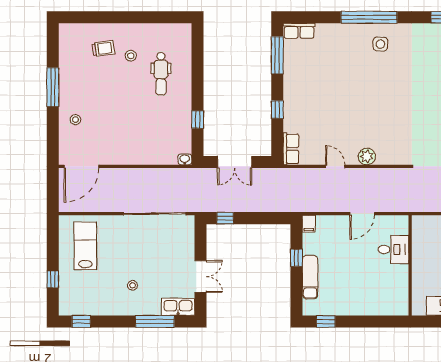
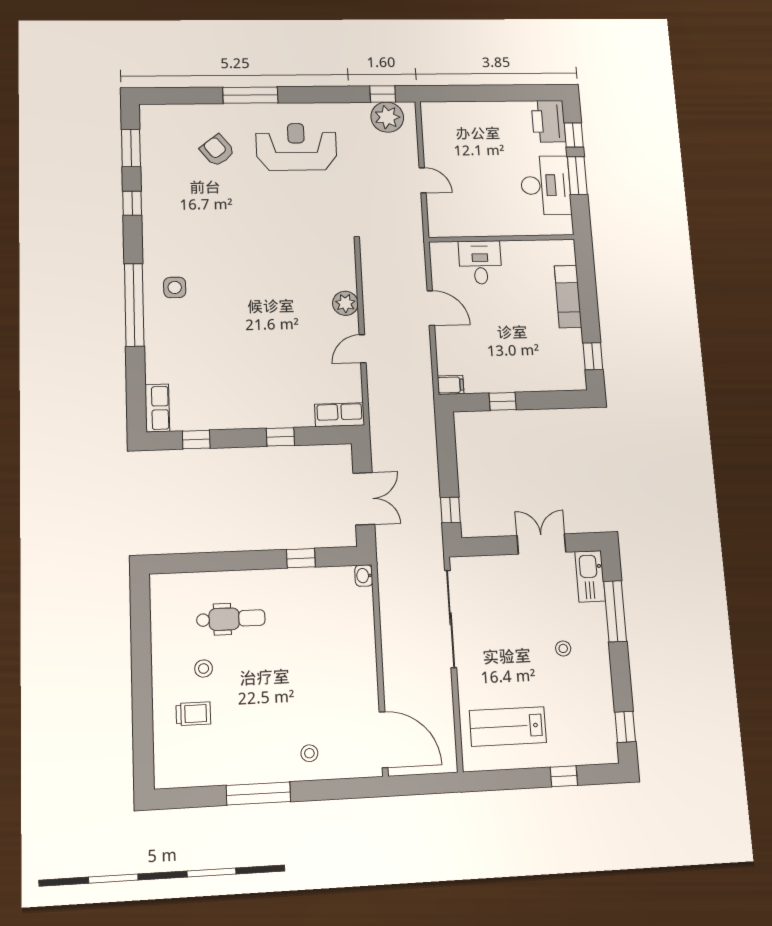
trolley: (103, 49) -> (193, 714), turned 98
window: (277, 55) -> (196, 440), width x0.46
exam couch: (310, 277) -> (568, 297), moved, turned -90

